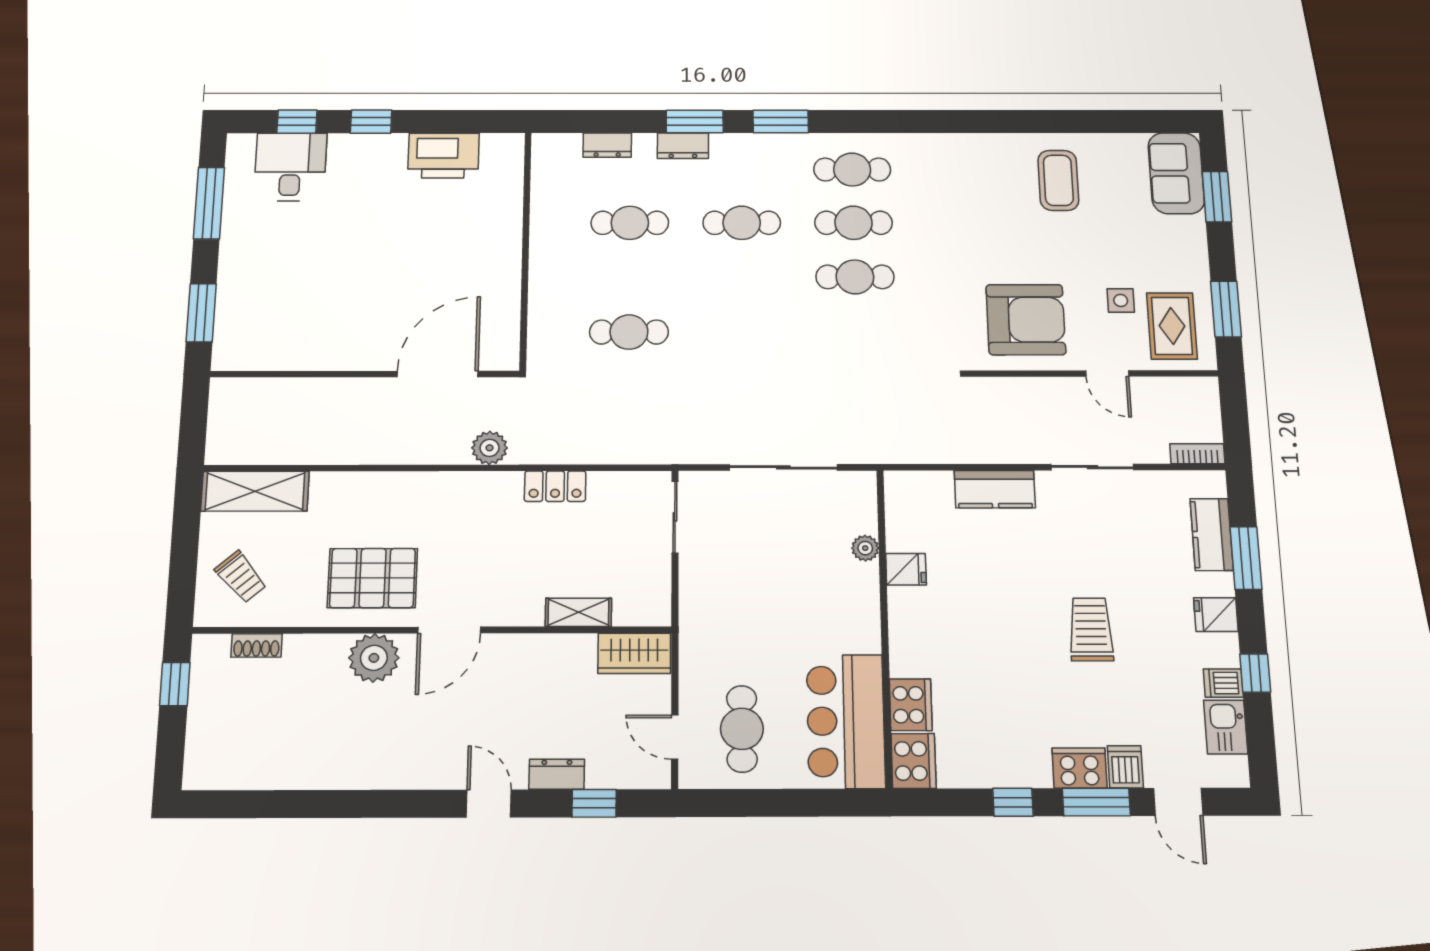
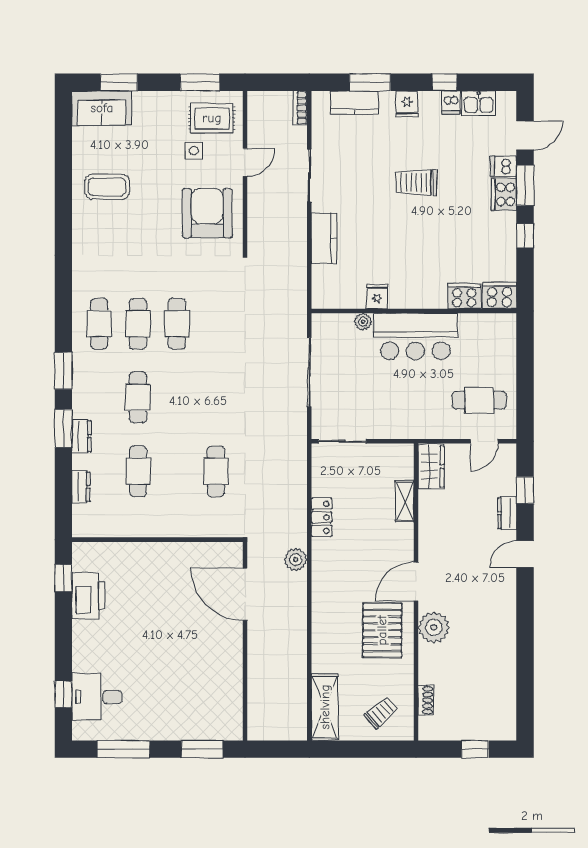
window: (371, 122) -> (63, 578), moved
door: (449, 630) -> (416, 581), swing flipped
window: (175, 684) -> (475, 749), moved
bar counter: (846, 721) -> (415, 336), moved

